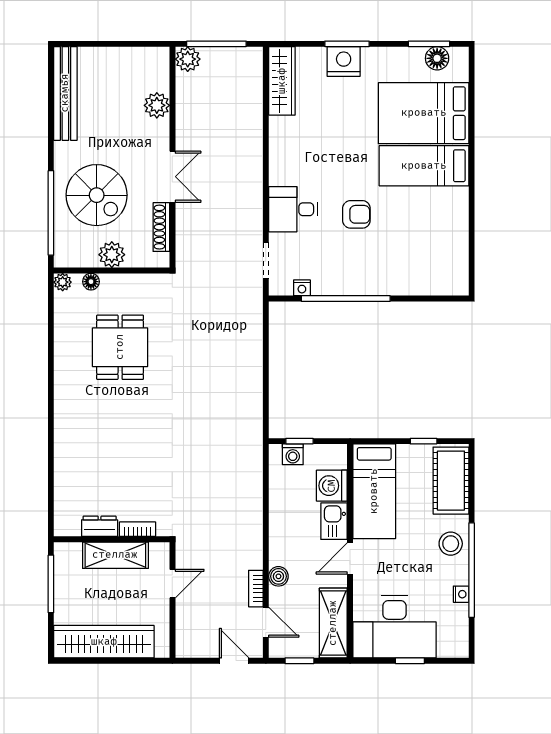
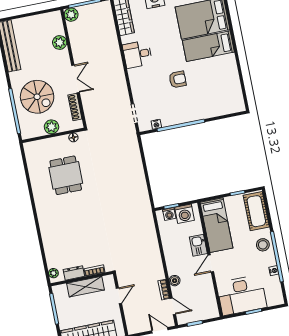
desk: (293, 209) -> (137, 54), moved
plant: (63, 282) -> (53, 273), moved
floor lamp: (91, 282) -> (73, 137), moved
washing machine: (332, 486) -> (184, 214), moved, turned -90
shelving: (333, 623) -> (209, 300), removed

